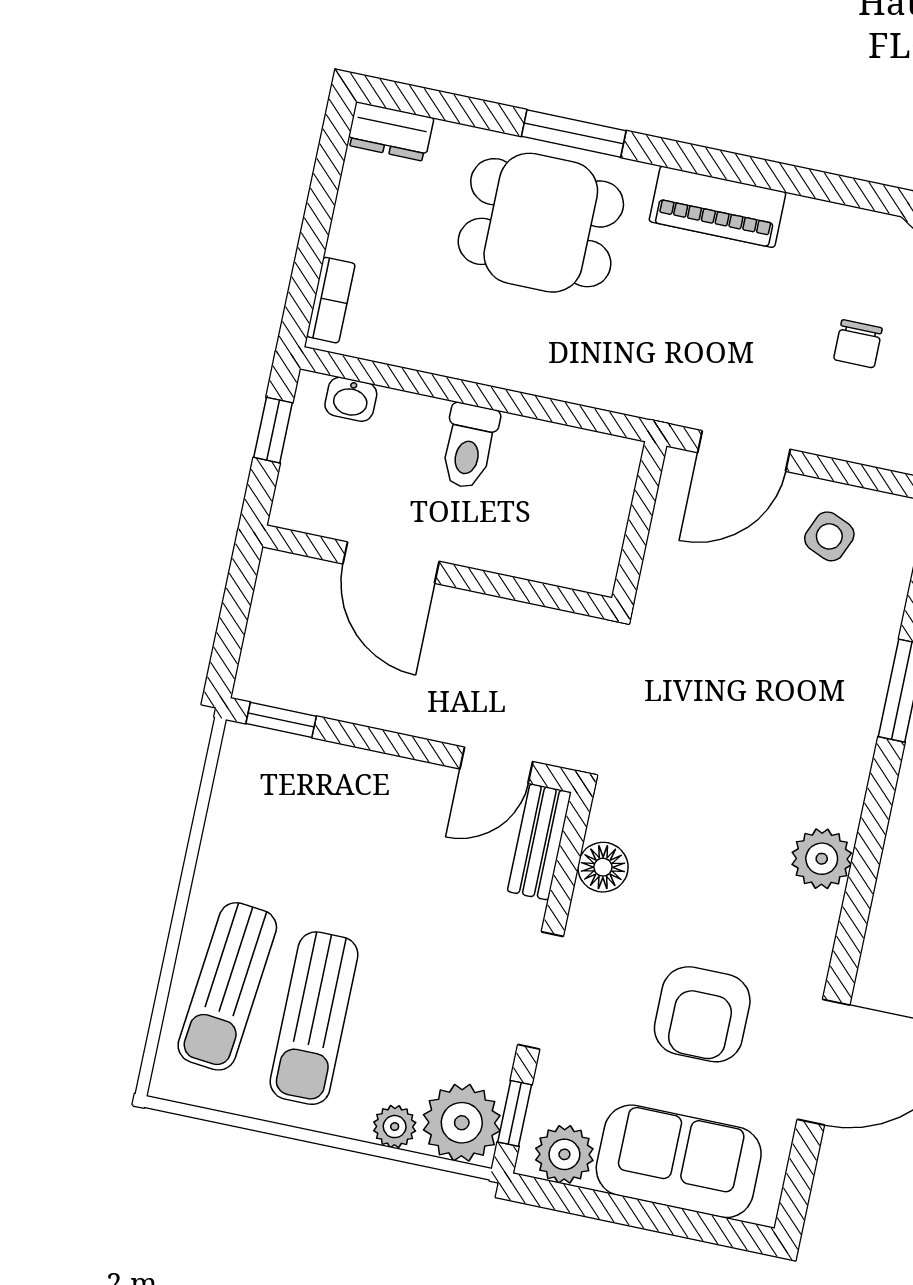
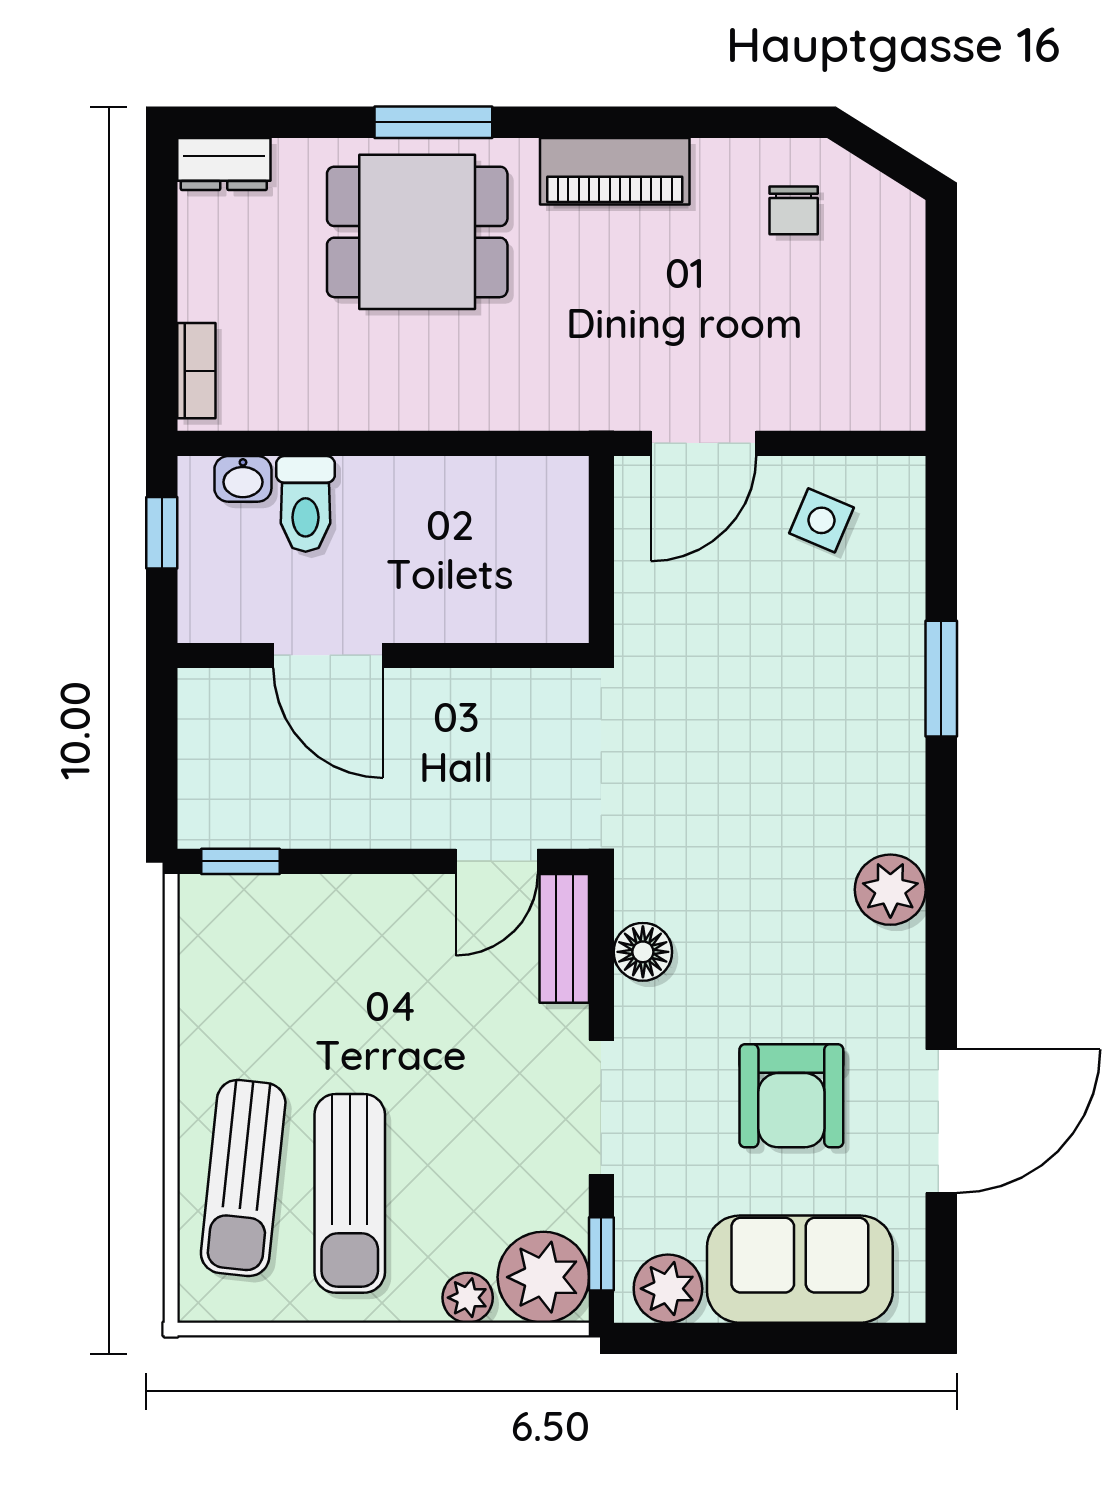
chair: (858, 344) -> (794, 210), moved
toilet: (469, 446) -> (306, 504), moved

